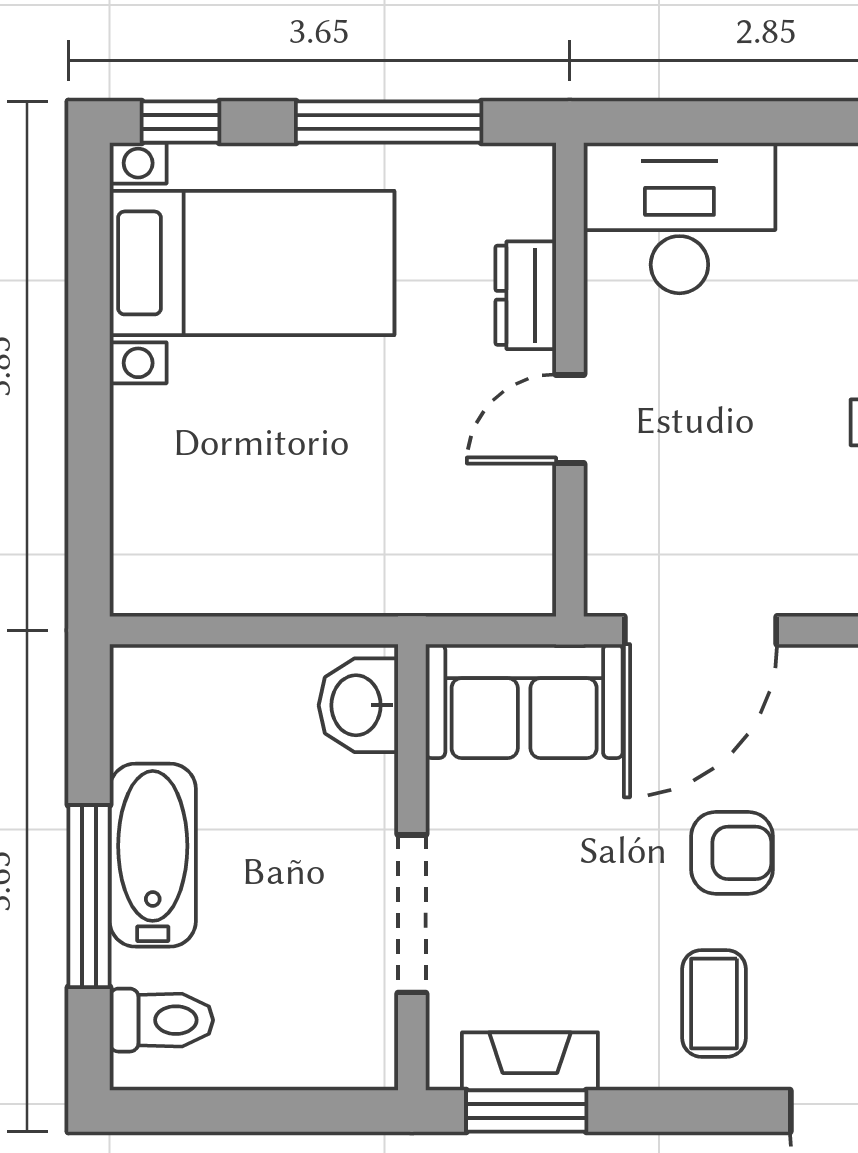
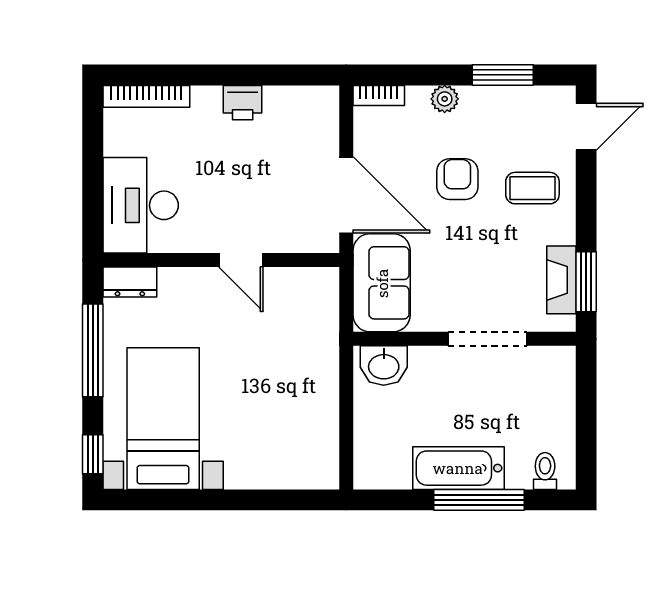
dresser: (526, 295) -> (130, 282), moved
toilet: (161, 1020) -> (545, 471), width x0.73, depth x0.72

